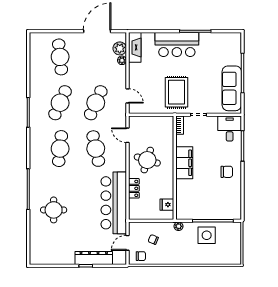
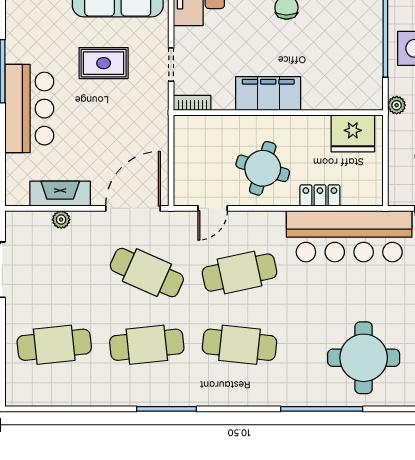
fireplace: (135, 47) -> (60, 194), moved
plant: (120, 48) -> (37, 224), removed
rug: (176, 92) -> (104, 63), moved, width x0.73, depth x0.70
door: (127, 96) -> (133, 208), width x1.88
cafe table: (60, 103) -> (147, 345), turned -30
fridge: (167, 205) -> (353, 133), width x1.88, depth x1.34
round table: (54, 210) -> (364, 358), width x1.36, depth x1.36

